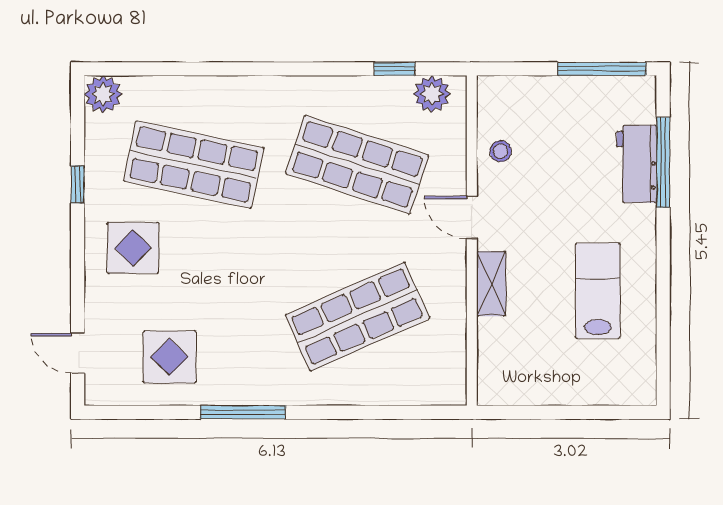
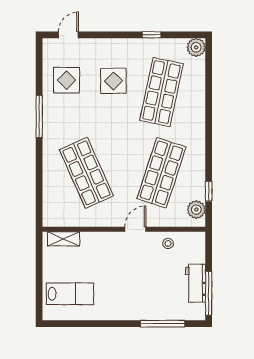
workbench: (637, 164) -> (196, 283), moved, turned -90
display table: (133, 248) -> (113, 81), moved
shelving: (491, 284) -> (64, 239), moved
lab bench: (598, 291) -> (70, 294), moved

